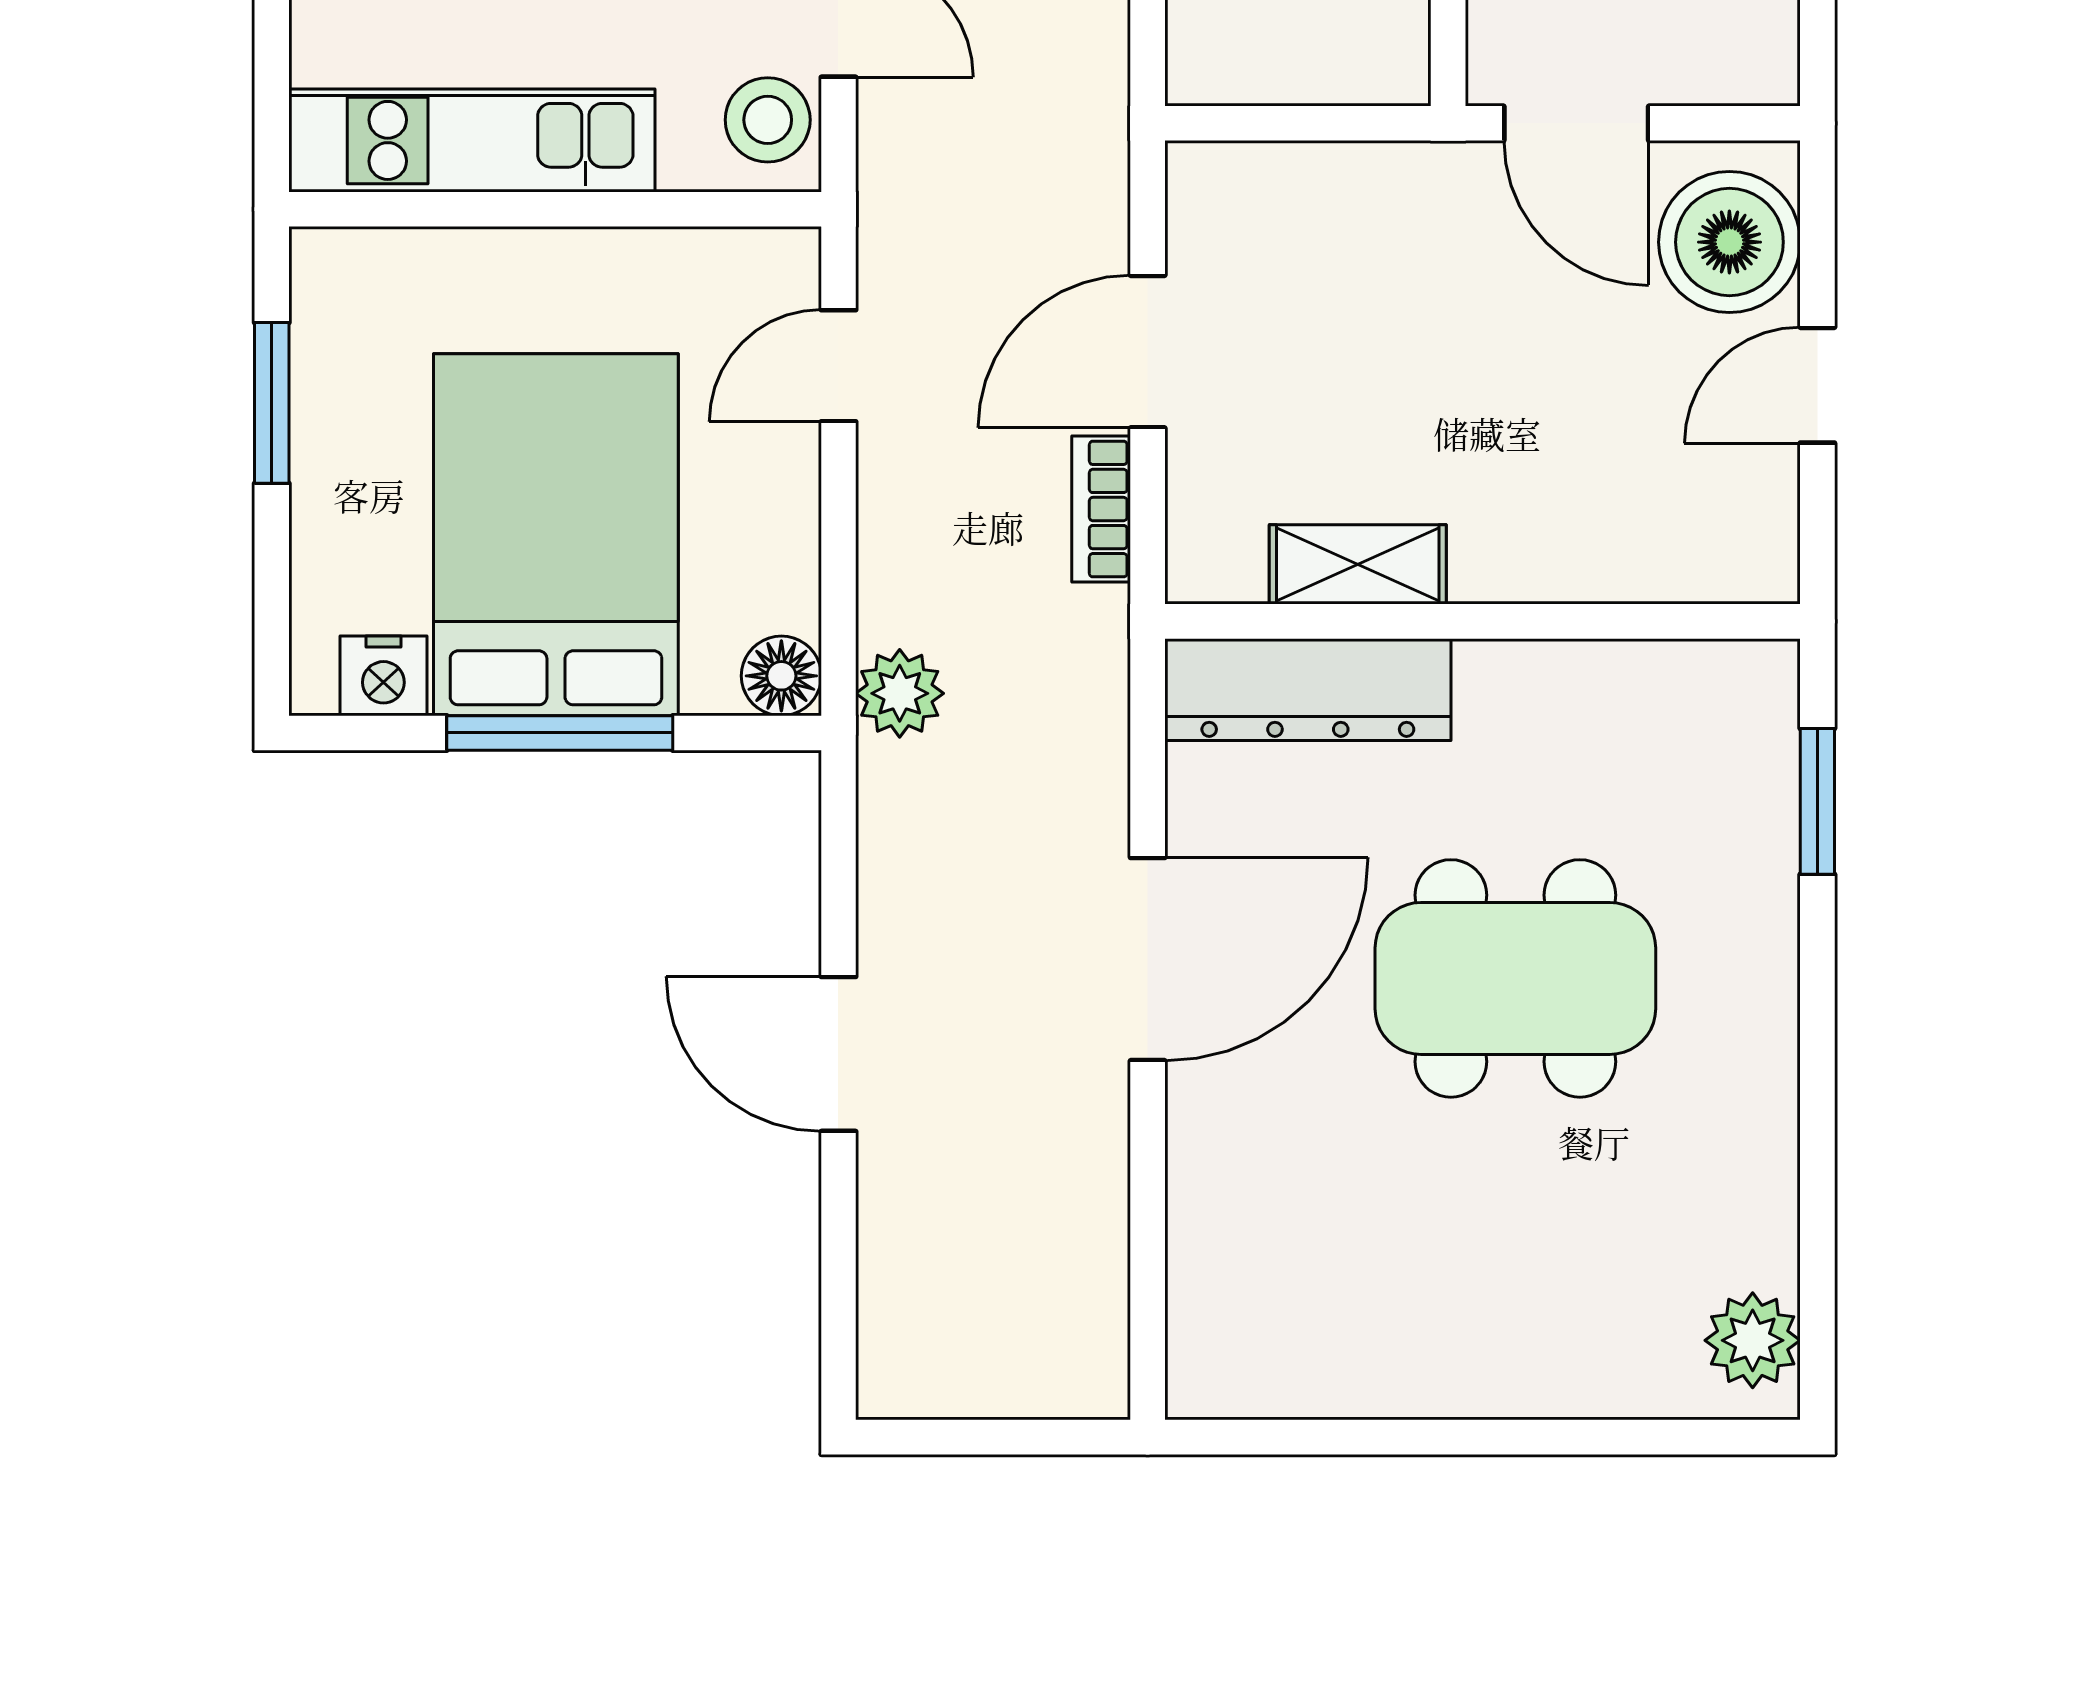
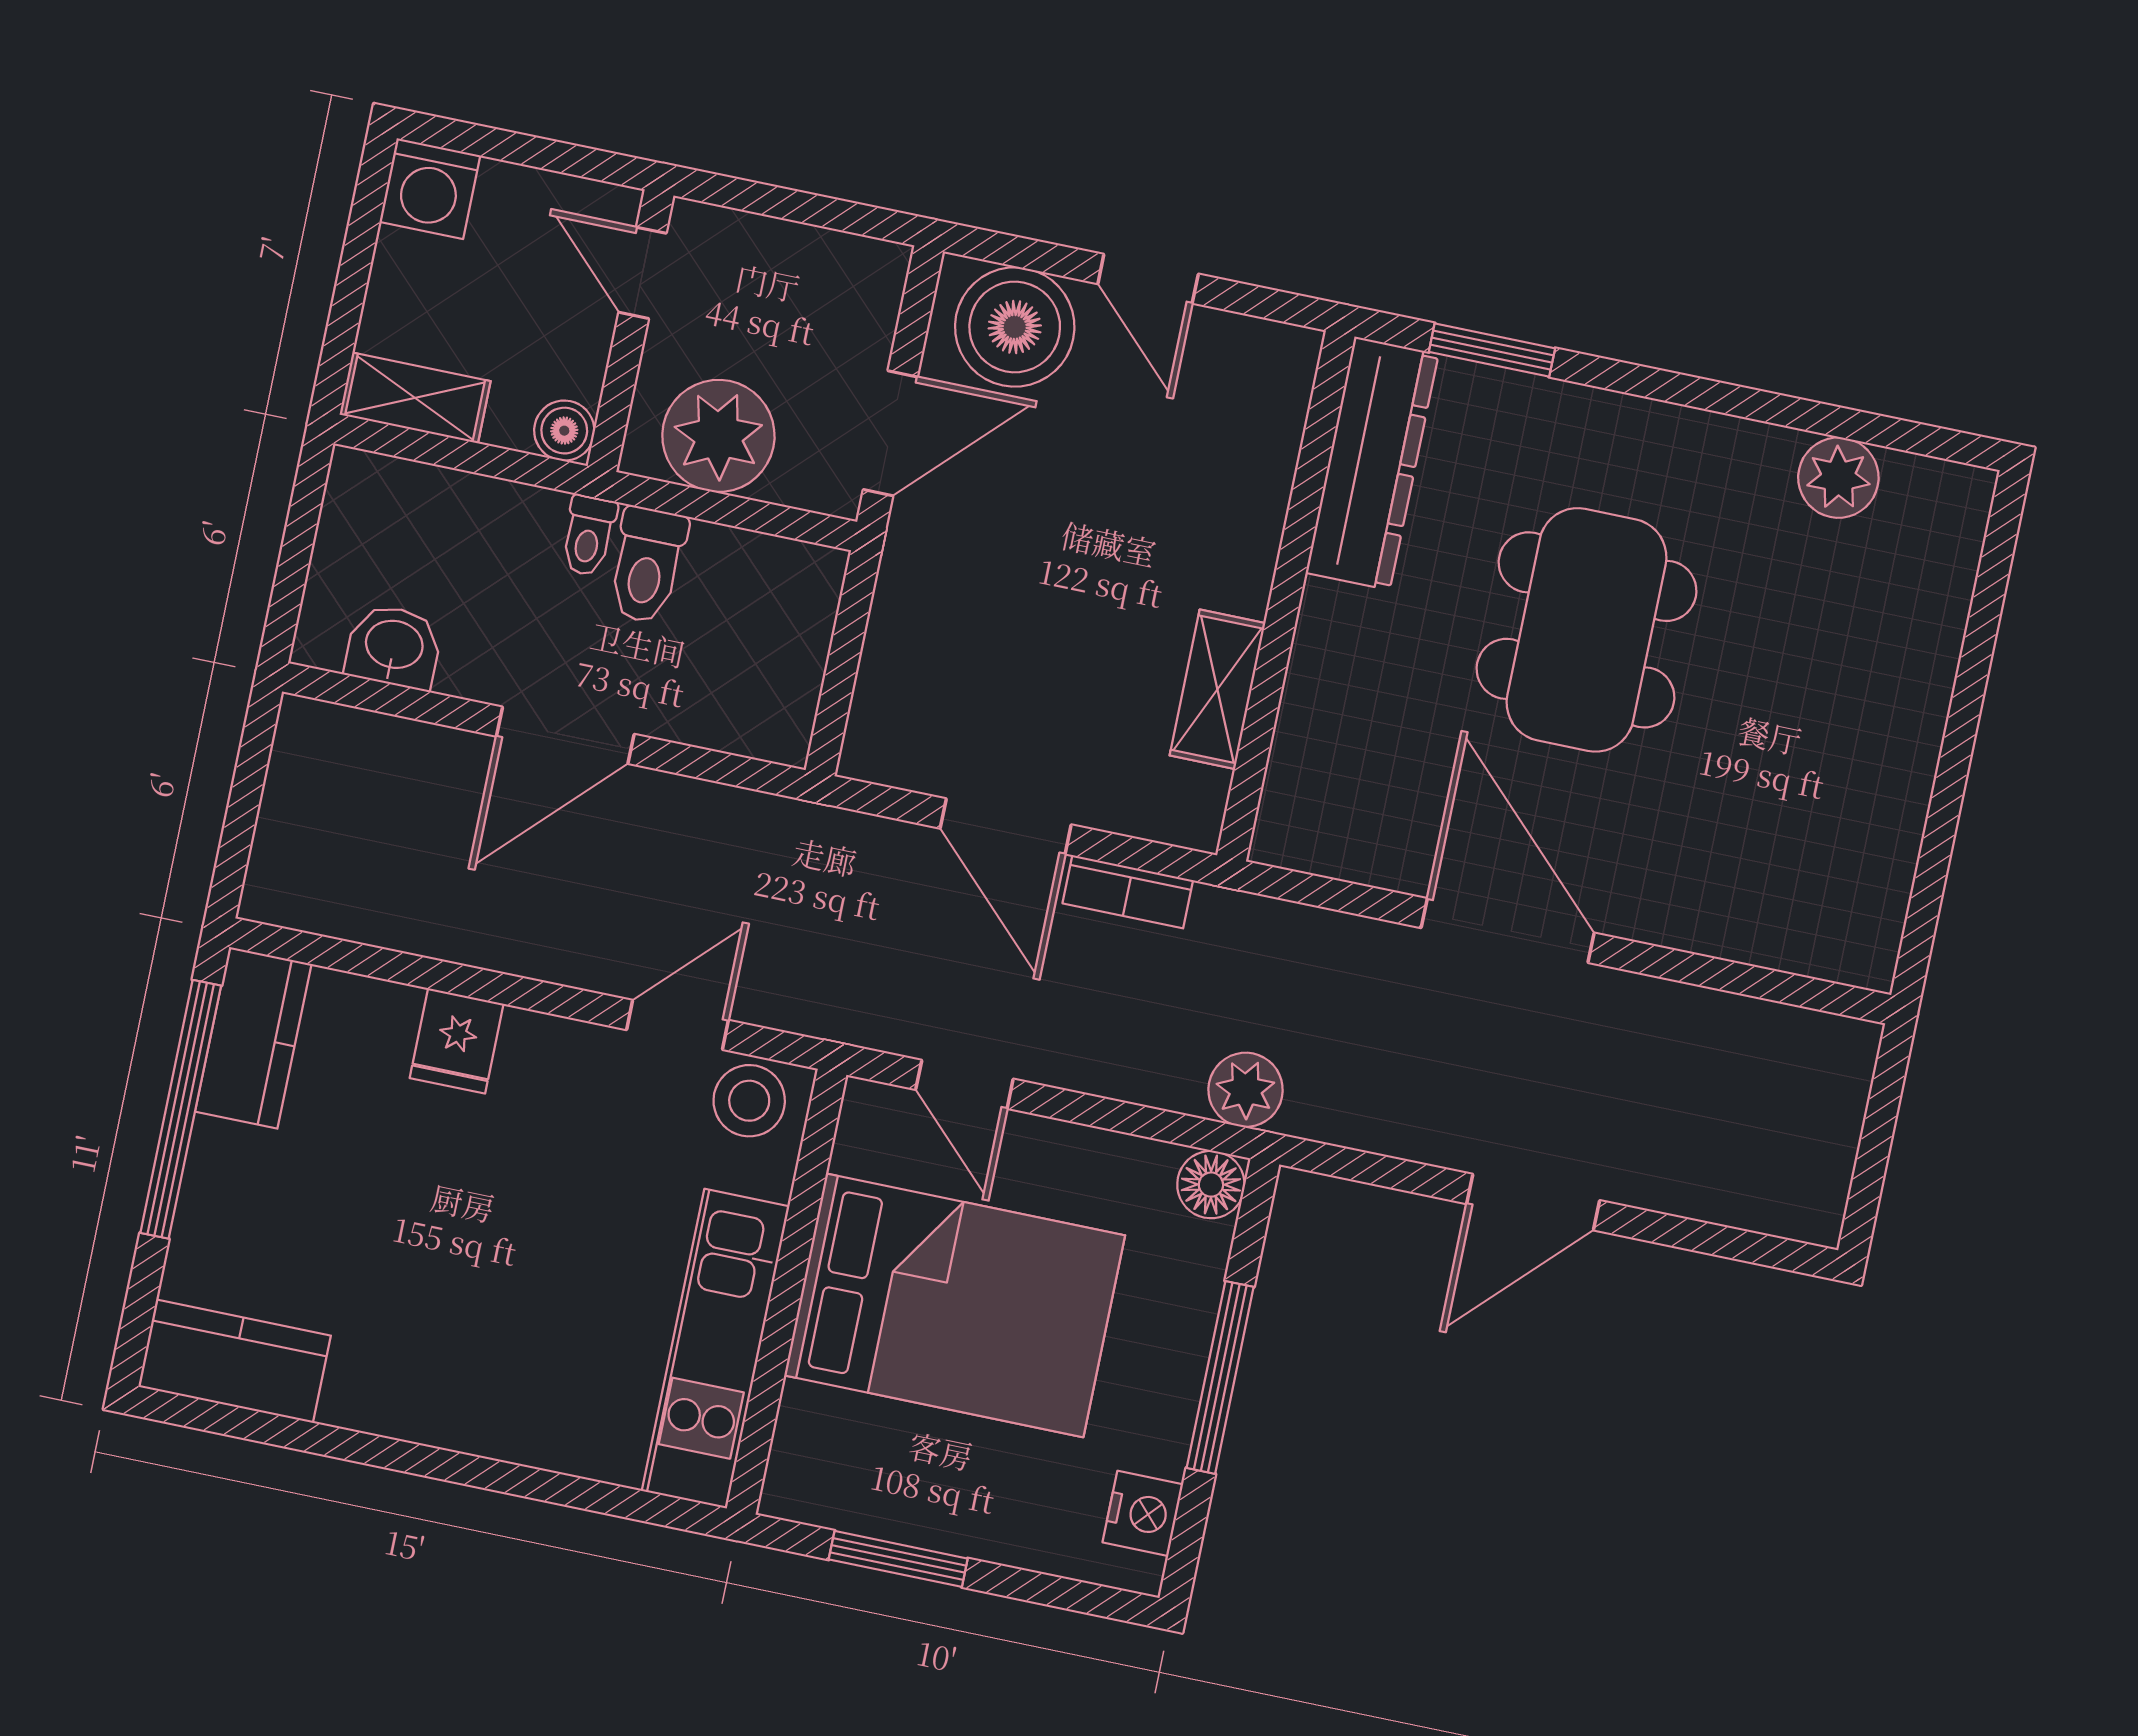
bed: (556, 535) -> (955, 1305), moved, turned 180
dresser: (1308, 690) -> (1372, 463), moved
plant: (1753, 1340) -> (1838, 478), moved

